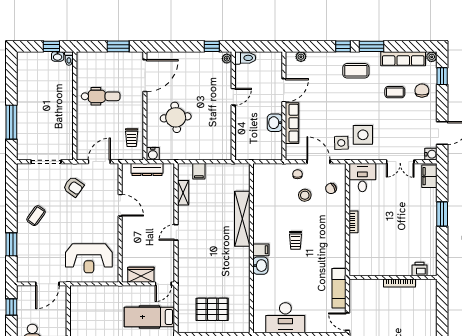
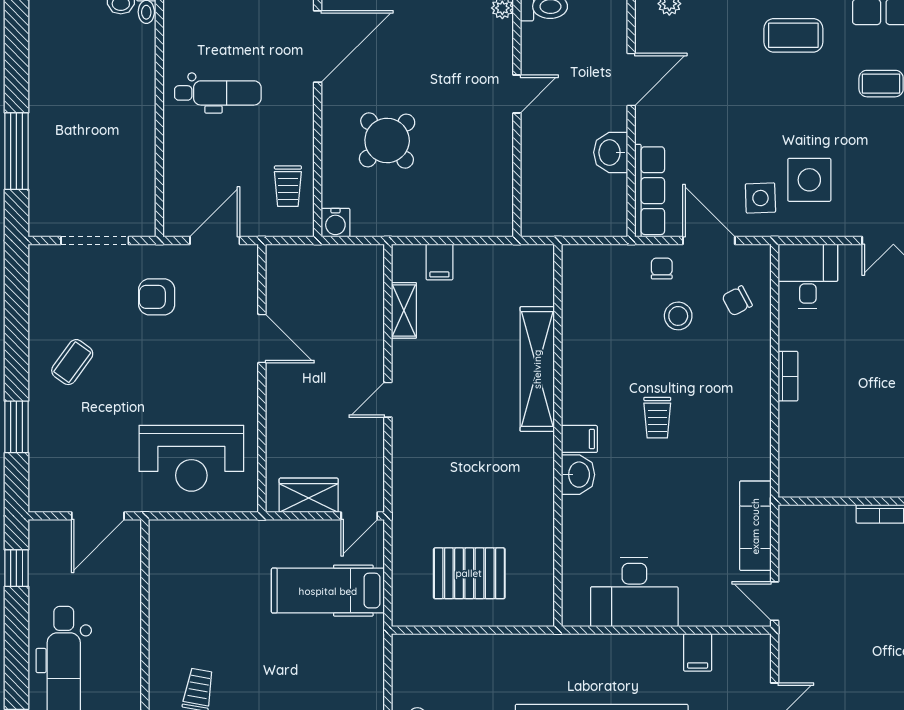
round table: (176, 117) -> (387, 140), turned -38
row of seats: (292, 123) -> (650, 191), moved
dresser: (147, 169) -> (322, 258), removed
armchair: (73, 187) -> (157, 297), turned 145

